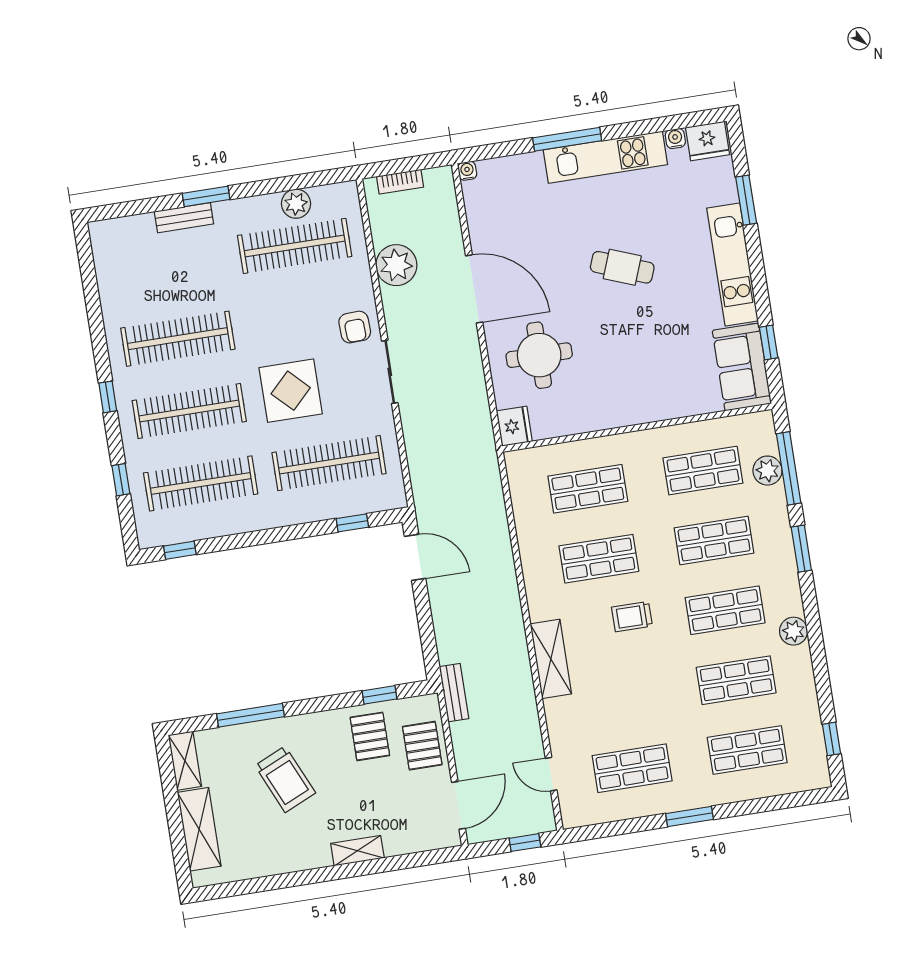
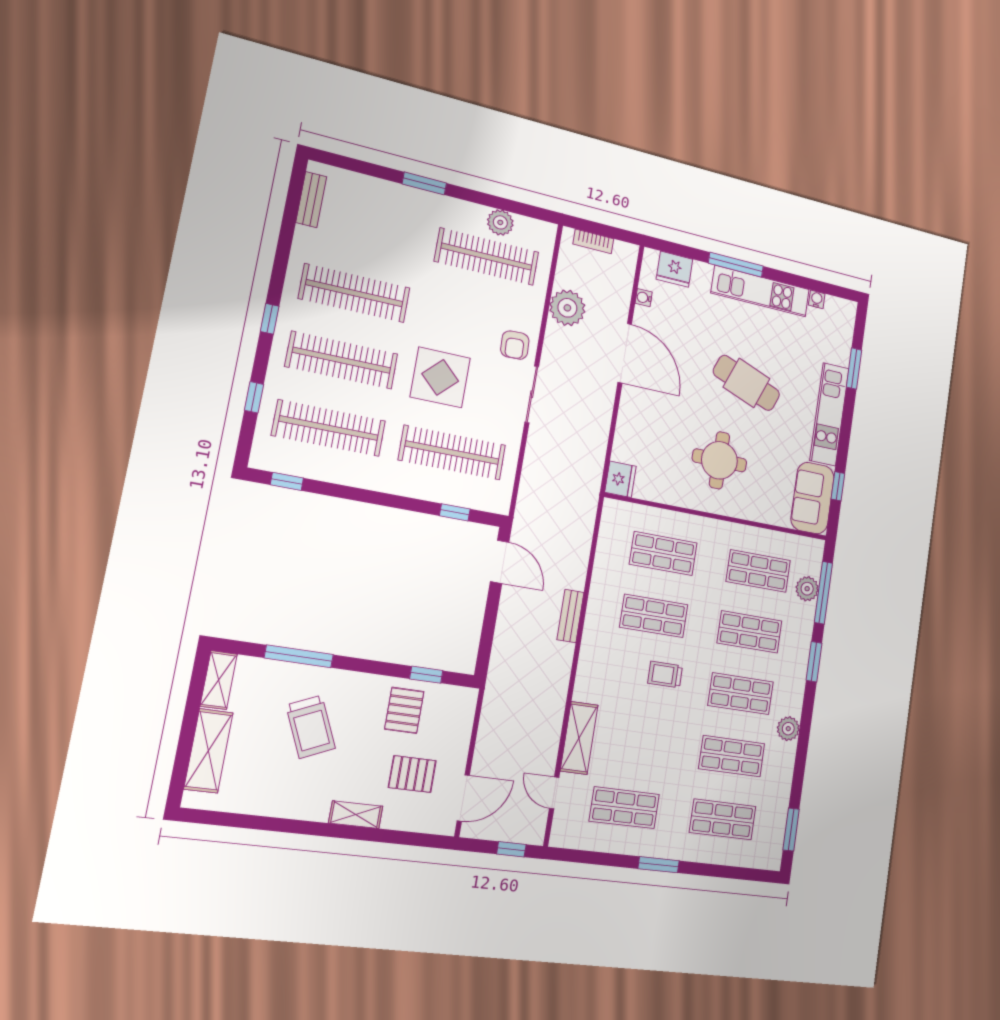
fridge: (707, 141) -> (674, 269), moved
water cooler: (467, 171) -> (644, 298), moved, turned -90
bench: (184, 218) -> (311, 200), moved, turned 90
cafe table: (622, 267) -> (746, 383), width x1.37, depth x1.35
round table: (539, 355) -> (719, 460), moved
shelving: (551, 659) -> (579, 738), moved
bench: (454, 693) -> (571, 616), moved
window: (831, 739) -> (791, 830), width x1.50
pallet: (422, 746) -> (412, 774), moved, turned 90

